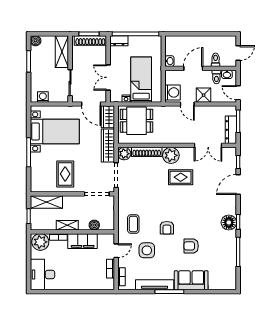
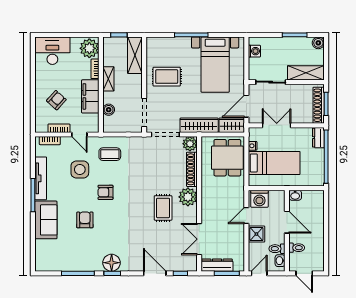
armchair: (86, 271) -> (56, 100), added

